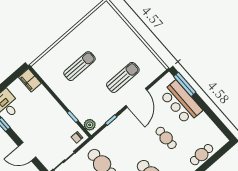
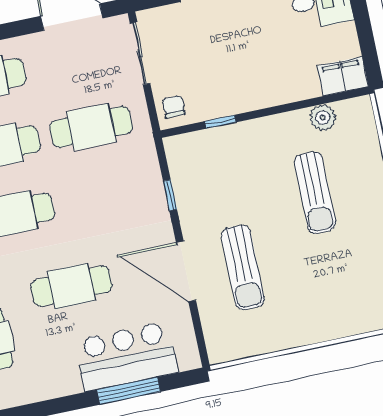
window: (185, 84) -> (129, 391), moved
plant: (90, 125) -> (323, 117), moved
cafe table: (166, 138) -> (71, 286), width x1.37, depth x1.35

